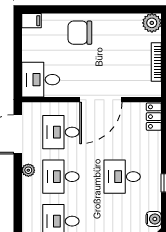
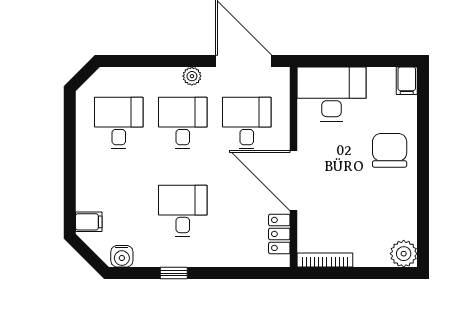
bookcase: (156, 62) -> (325, 260), moved
desk: (41, 80) -> (331, 94), width x1.37
locker: (154, 117) -> (279, 234), moved, turned -90

